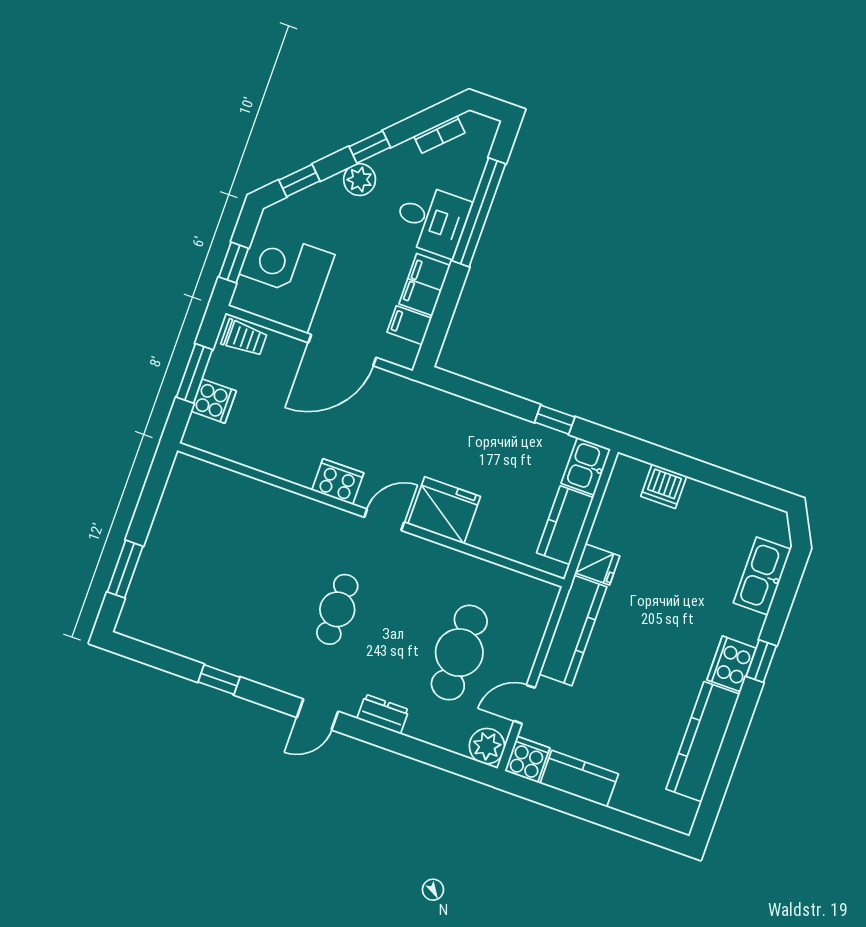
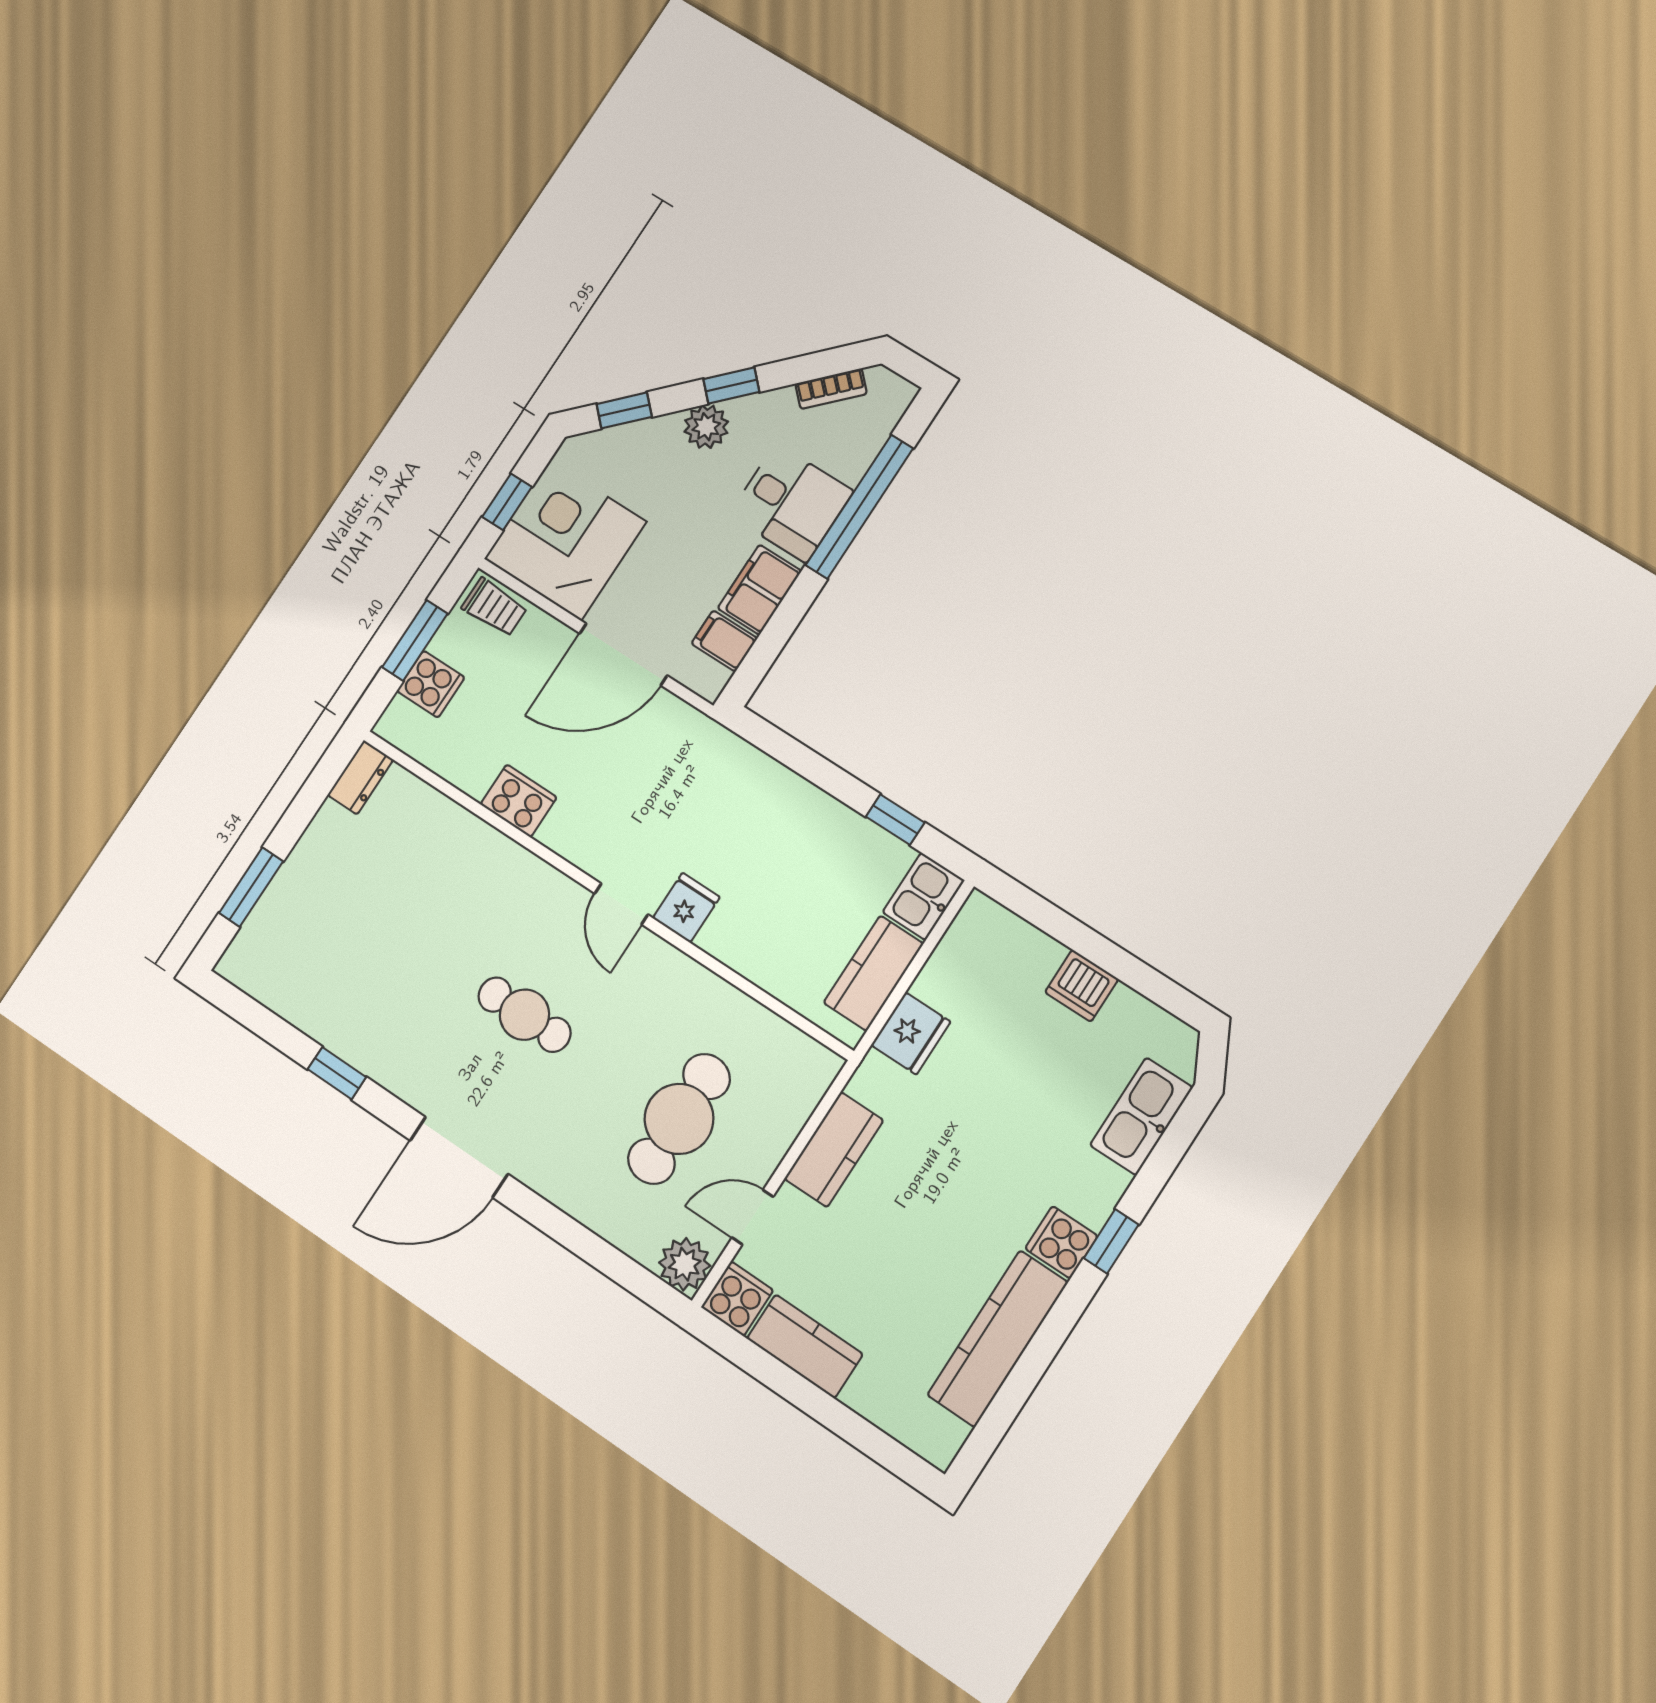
cooker: (338, 482) -> (519, 801), moved
dishwasher: (664, 486) -> (1082, 986), moved
fridge: (444, 510) -> (686, 908), width x0.53, depth x0.75
door: (384, 520) -> (621, 904), swing flipped
fridge: (597, 564) -> (911, 1033), width x1.38
cafe table: (337, 609) -> (524, 1015), turned 90
kitchen counter: (573, 631) -> (834, 1149), width x0.67
cooker: (731, 664) -> (1061, 1242), width x0.73
door: (317, 714) -> (459, 1157), width x1.88
dresser: (383, 714) -> (360, 777), moved, turned 90

